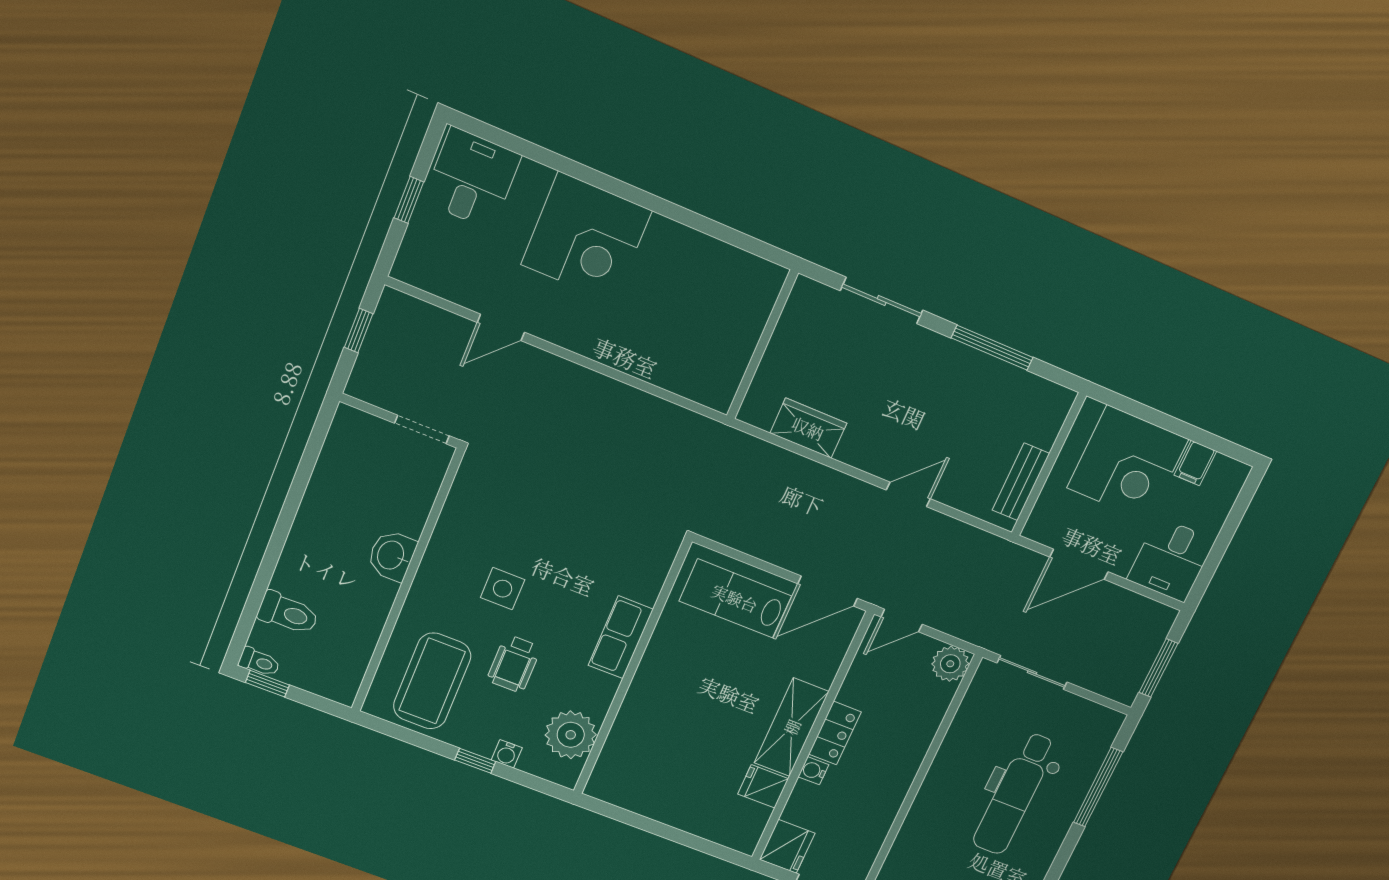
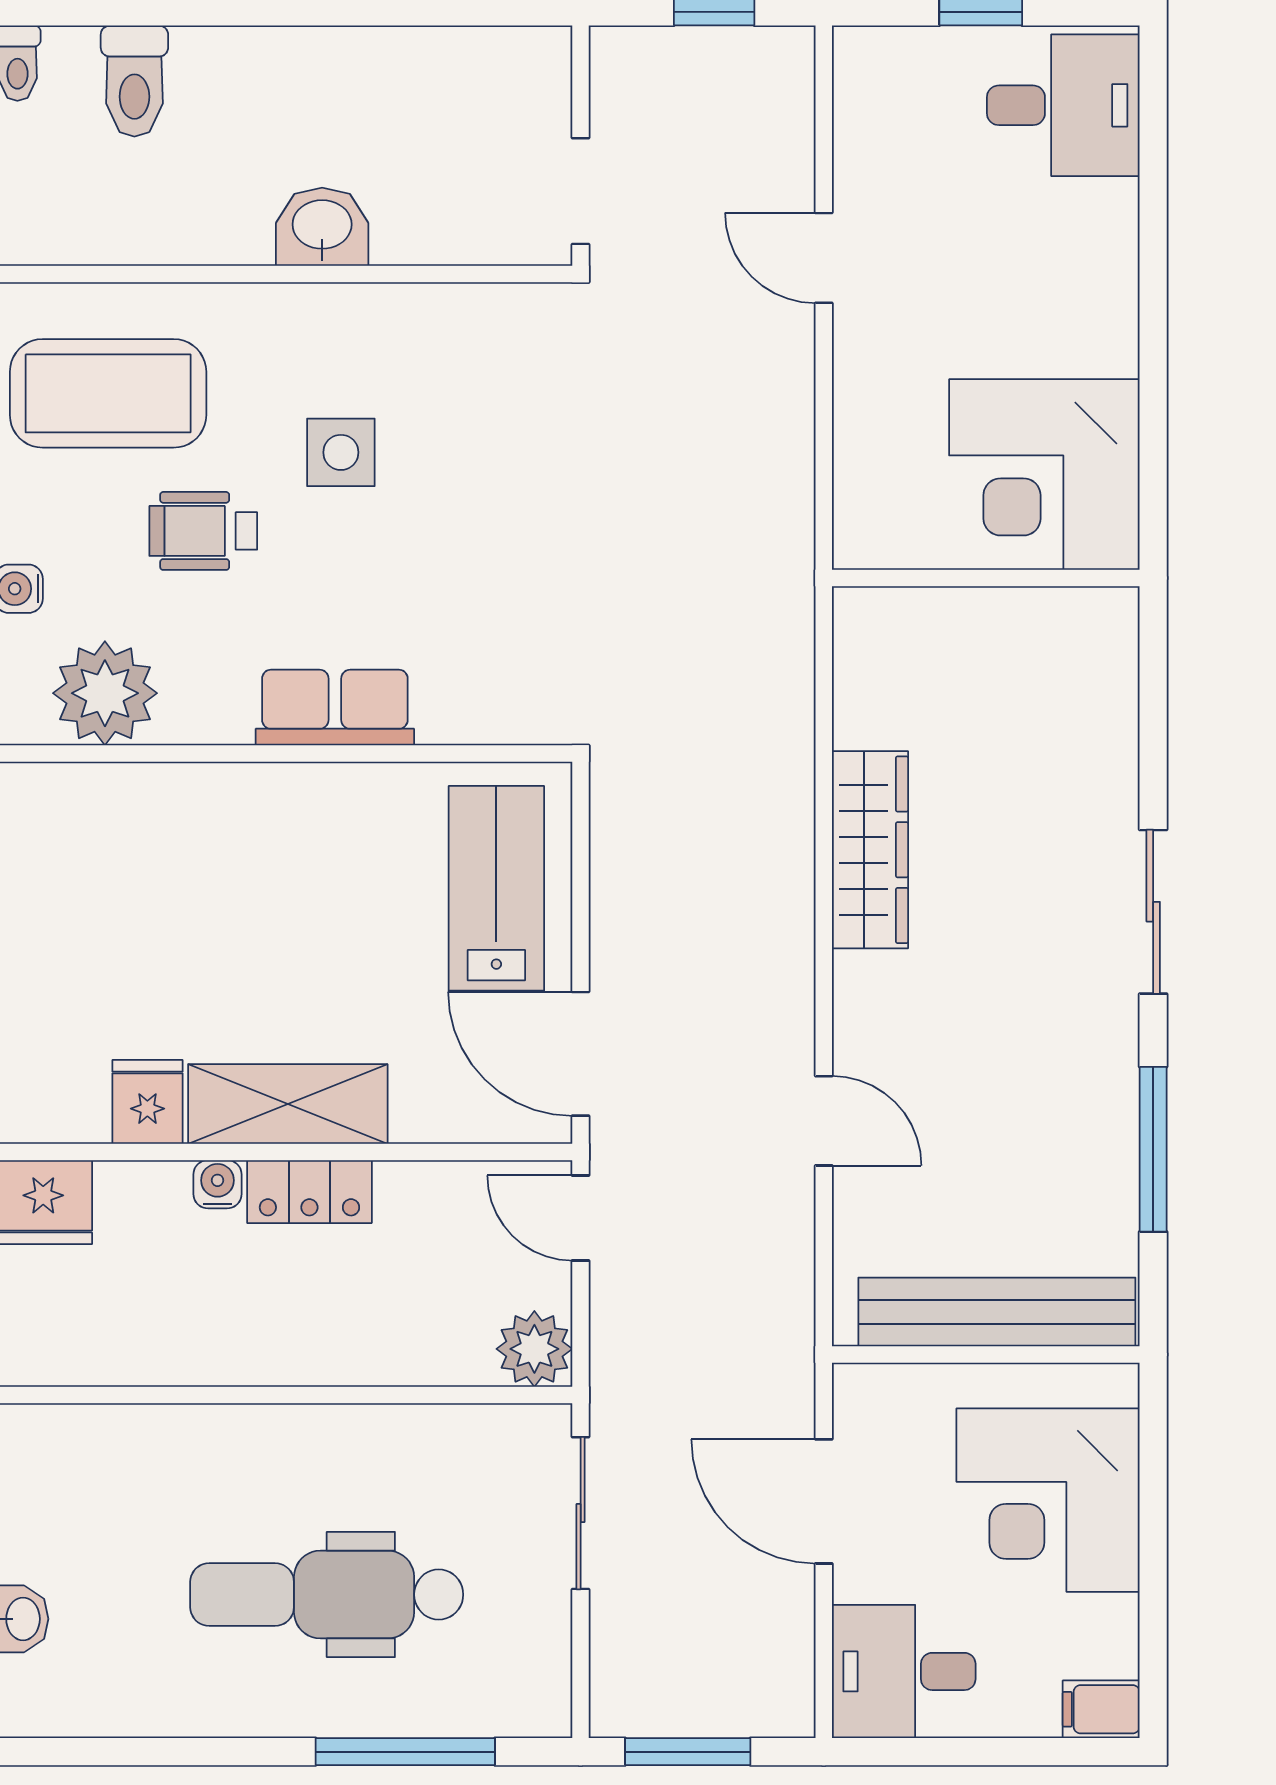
corner desk: (586, 238) -> (1044, 474), moved
wall: (762, 345) -> (986, 578), moved
wardrobe: (808, 428) -> (870, 850), width x1.50
filing cabinet: (1195, 463) -> (1101, 1709), moved
bench: (1021, 482) -> (997, 1312), width x1.86, depth x1.21

